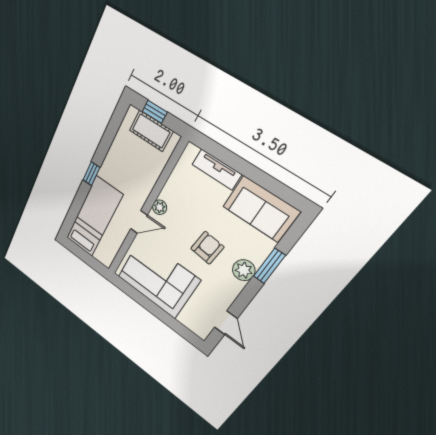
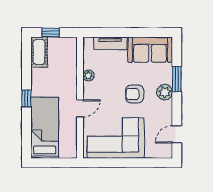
cot: (151, 131) -> (39, 52), moved, turned 90
plant: (160, 207) -> (88, 76), moved
armchair: (207, 248) -> (135, 94), turned -96
door: (226, 323) -> (177, 134), swing flipped

